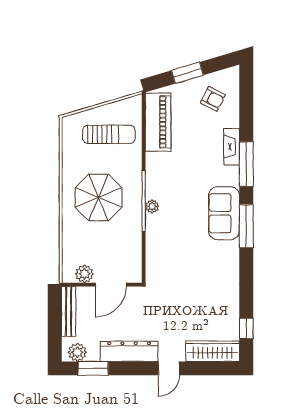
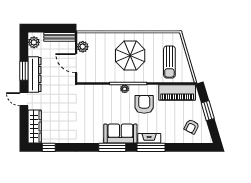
fireplace: (232, 147) -> (149, 138), moved
armchair: (177, 175) -> (144, 104), added
window: (93, 368) -> (24, 71), moved

